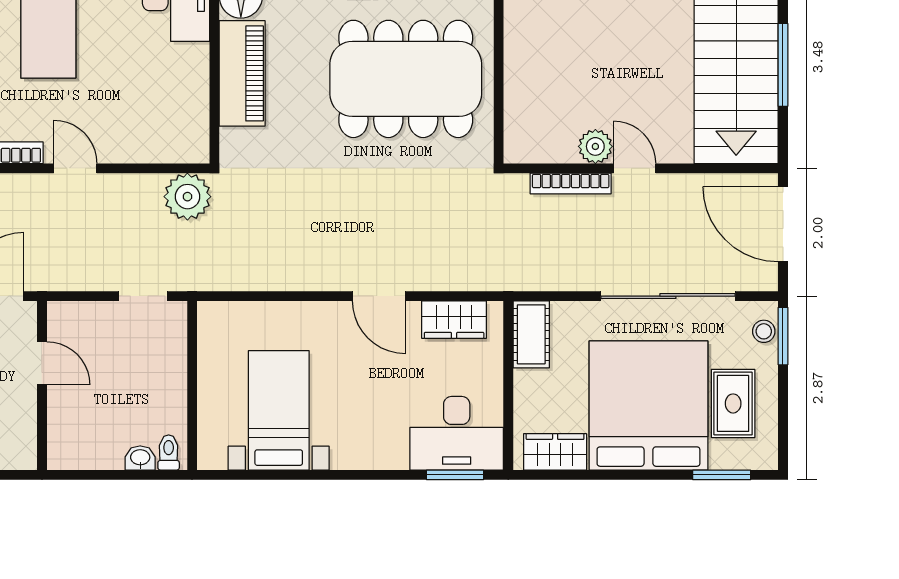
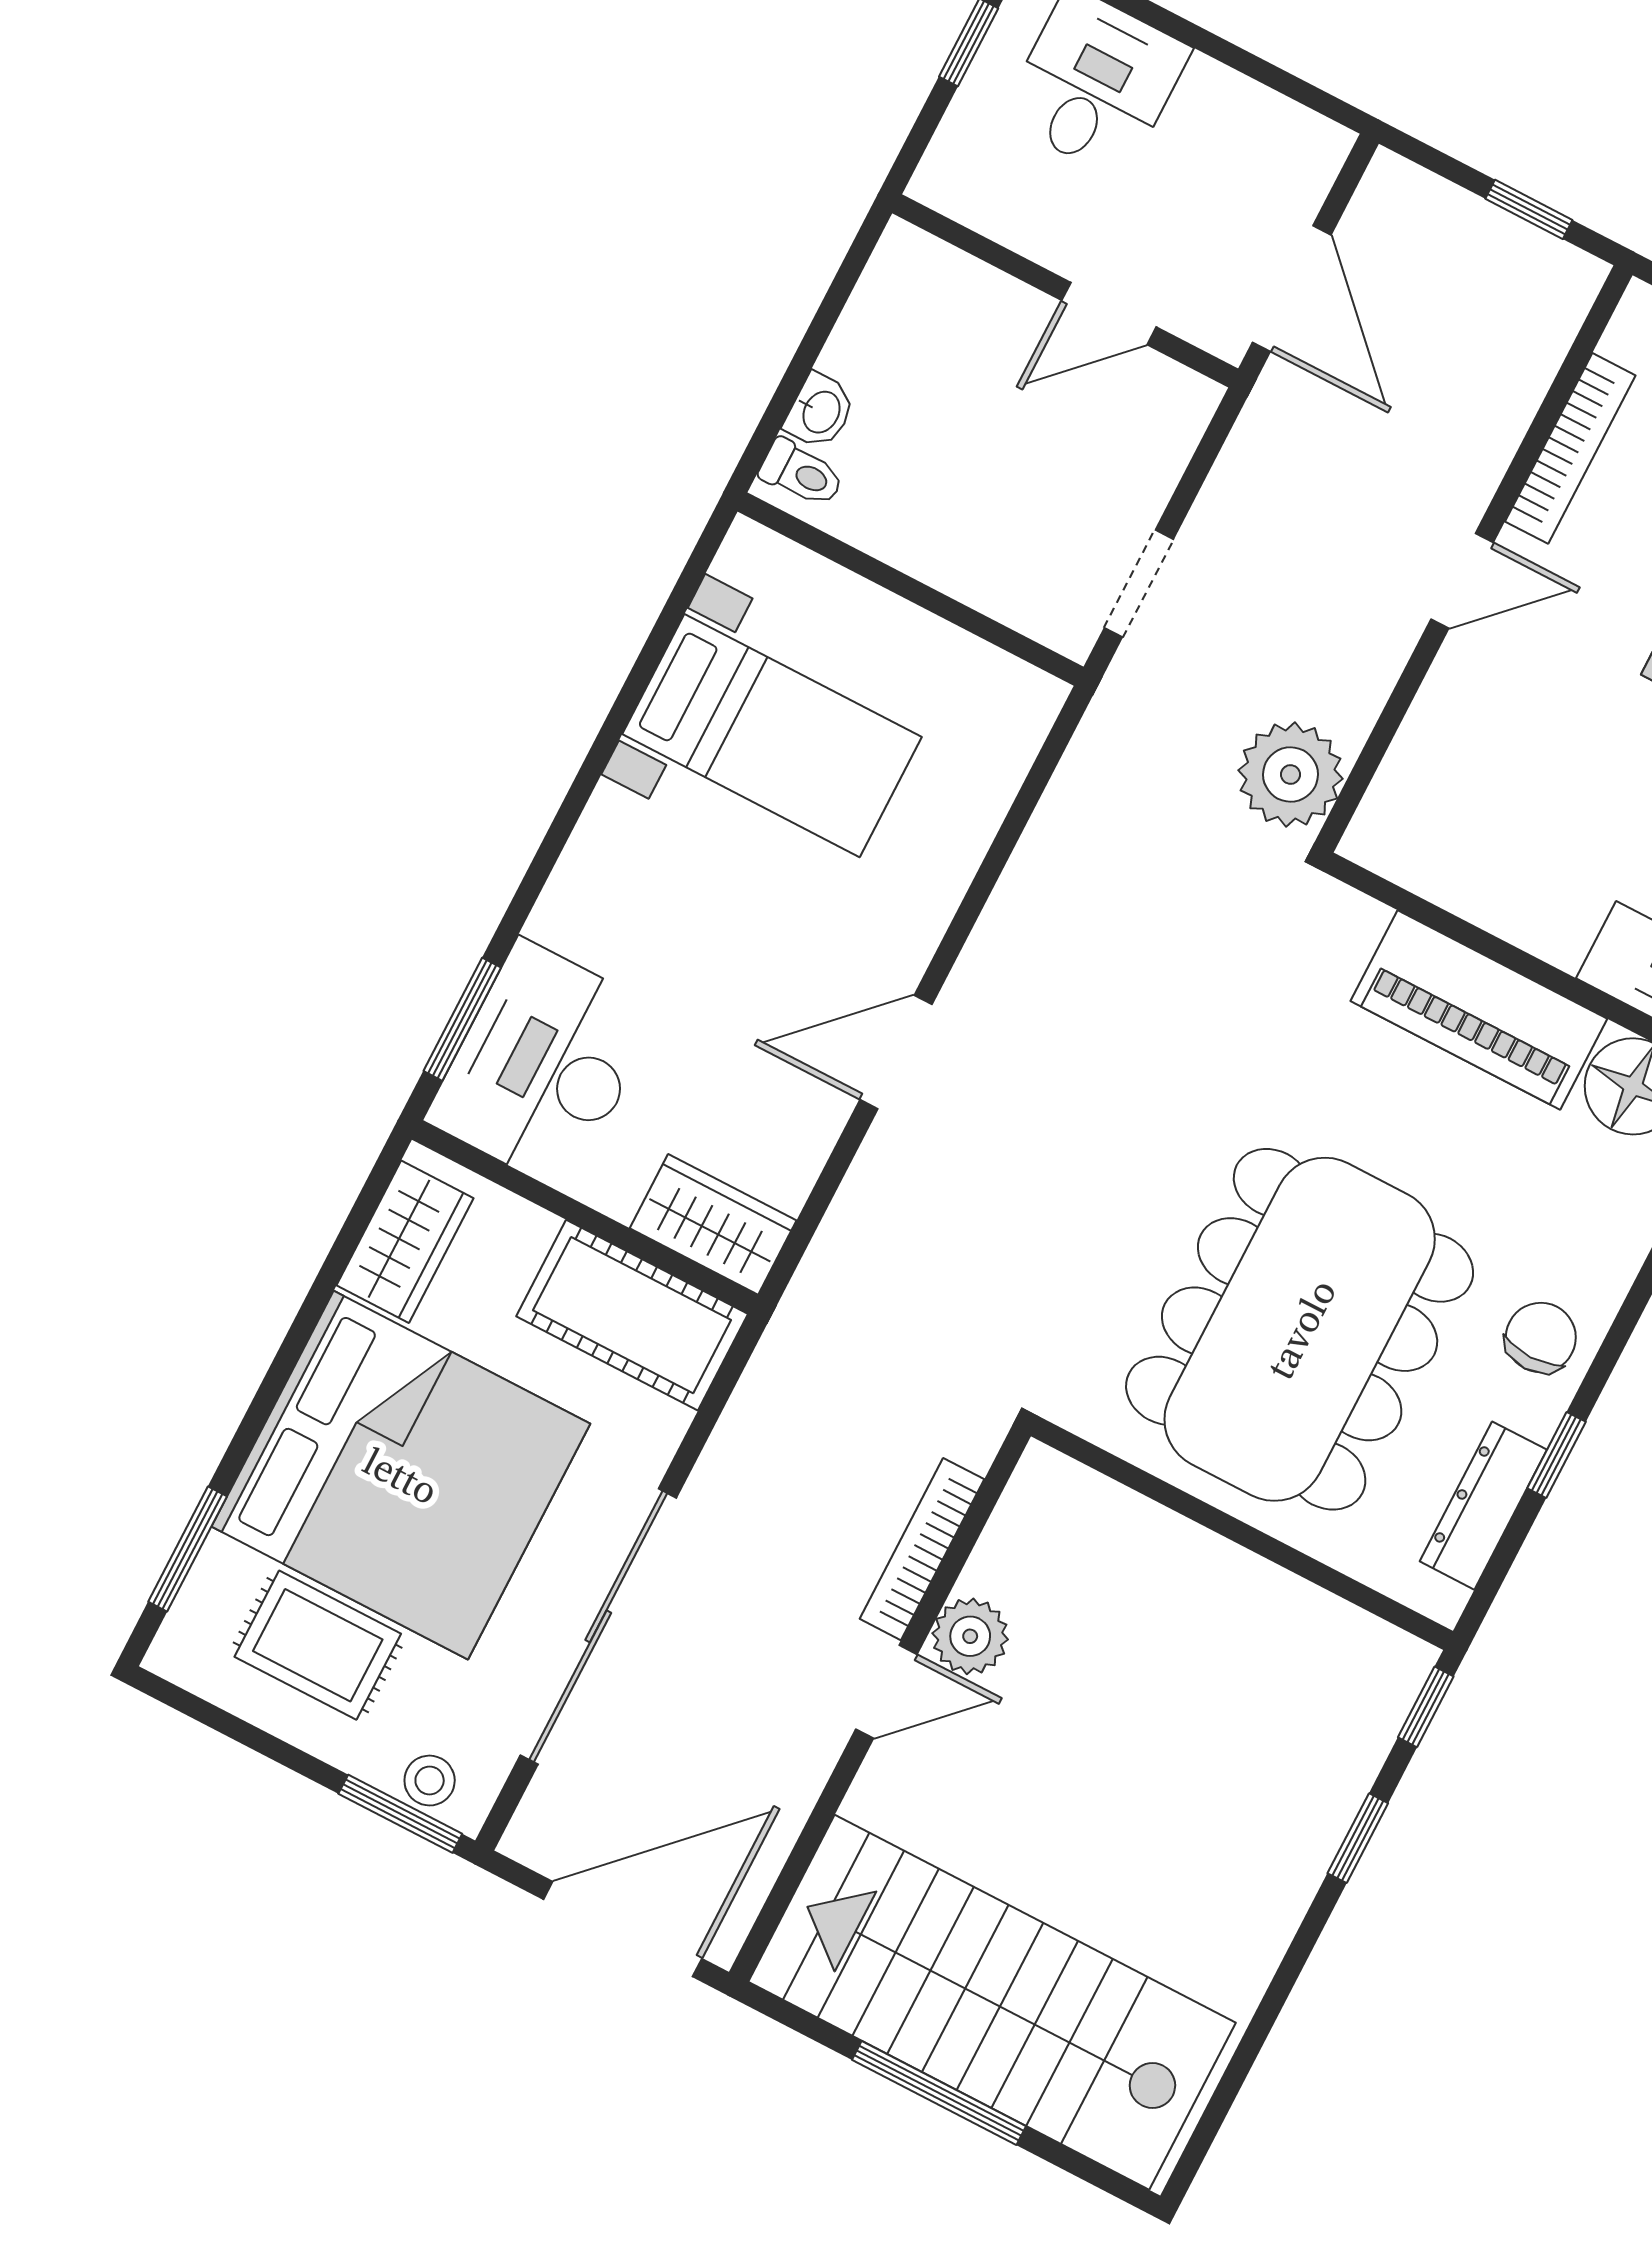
wardrobe: (454, 320) -> (713, 1224), moved, turned 90
cot: (531, 334) -> (632, 1315), width x1.37, depth x1.34

